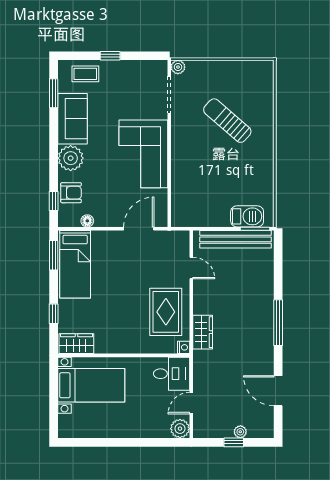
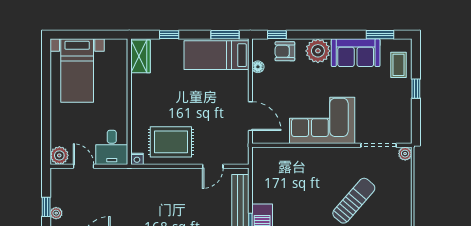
armchair: (71, 193) -> (285, 51), turned 90
wardrobe: (203, 332) -> (152, 177), removed
bed with nightstands: (91, 385) -> (77, 71), moved

